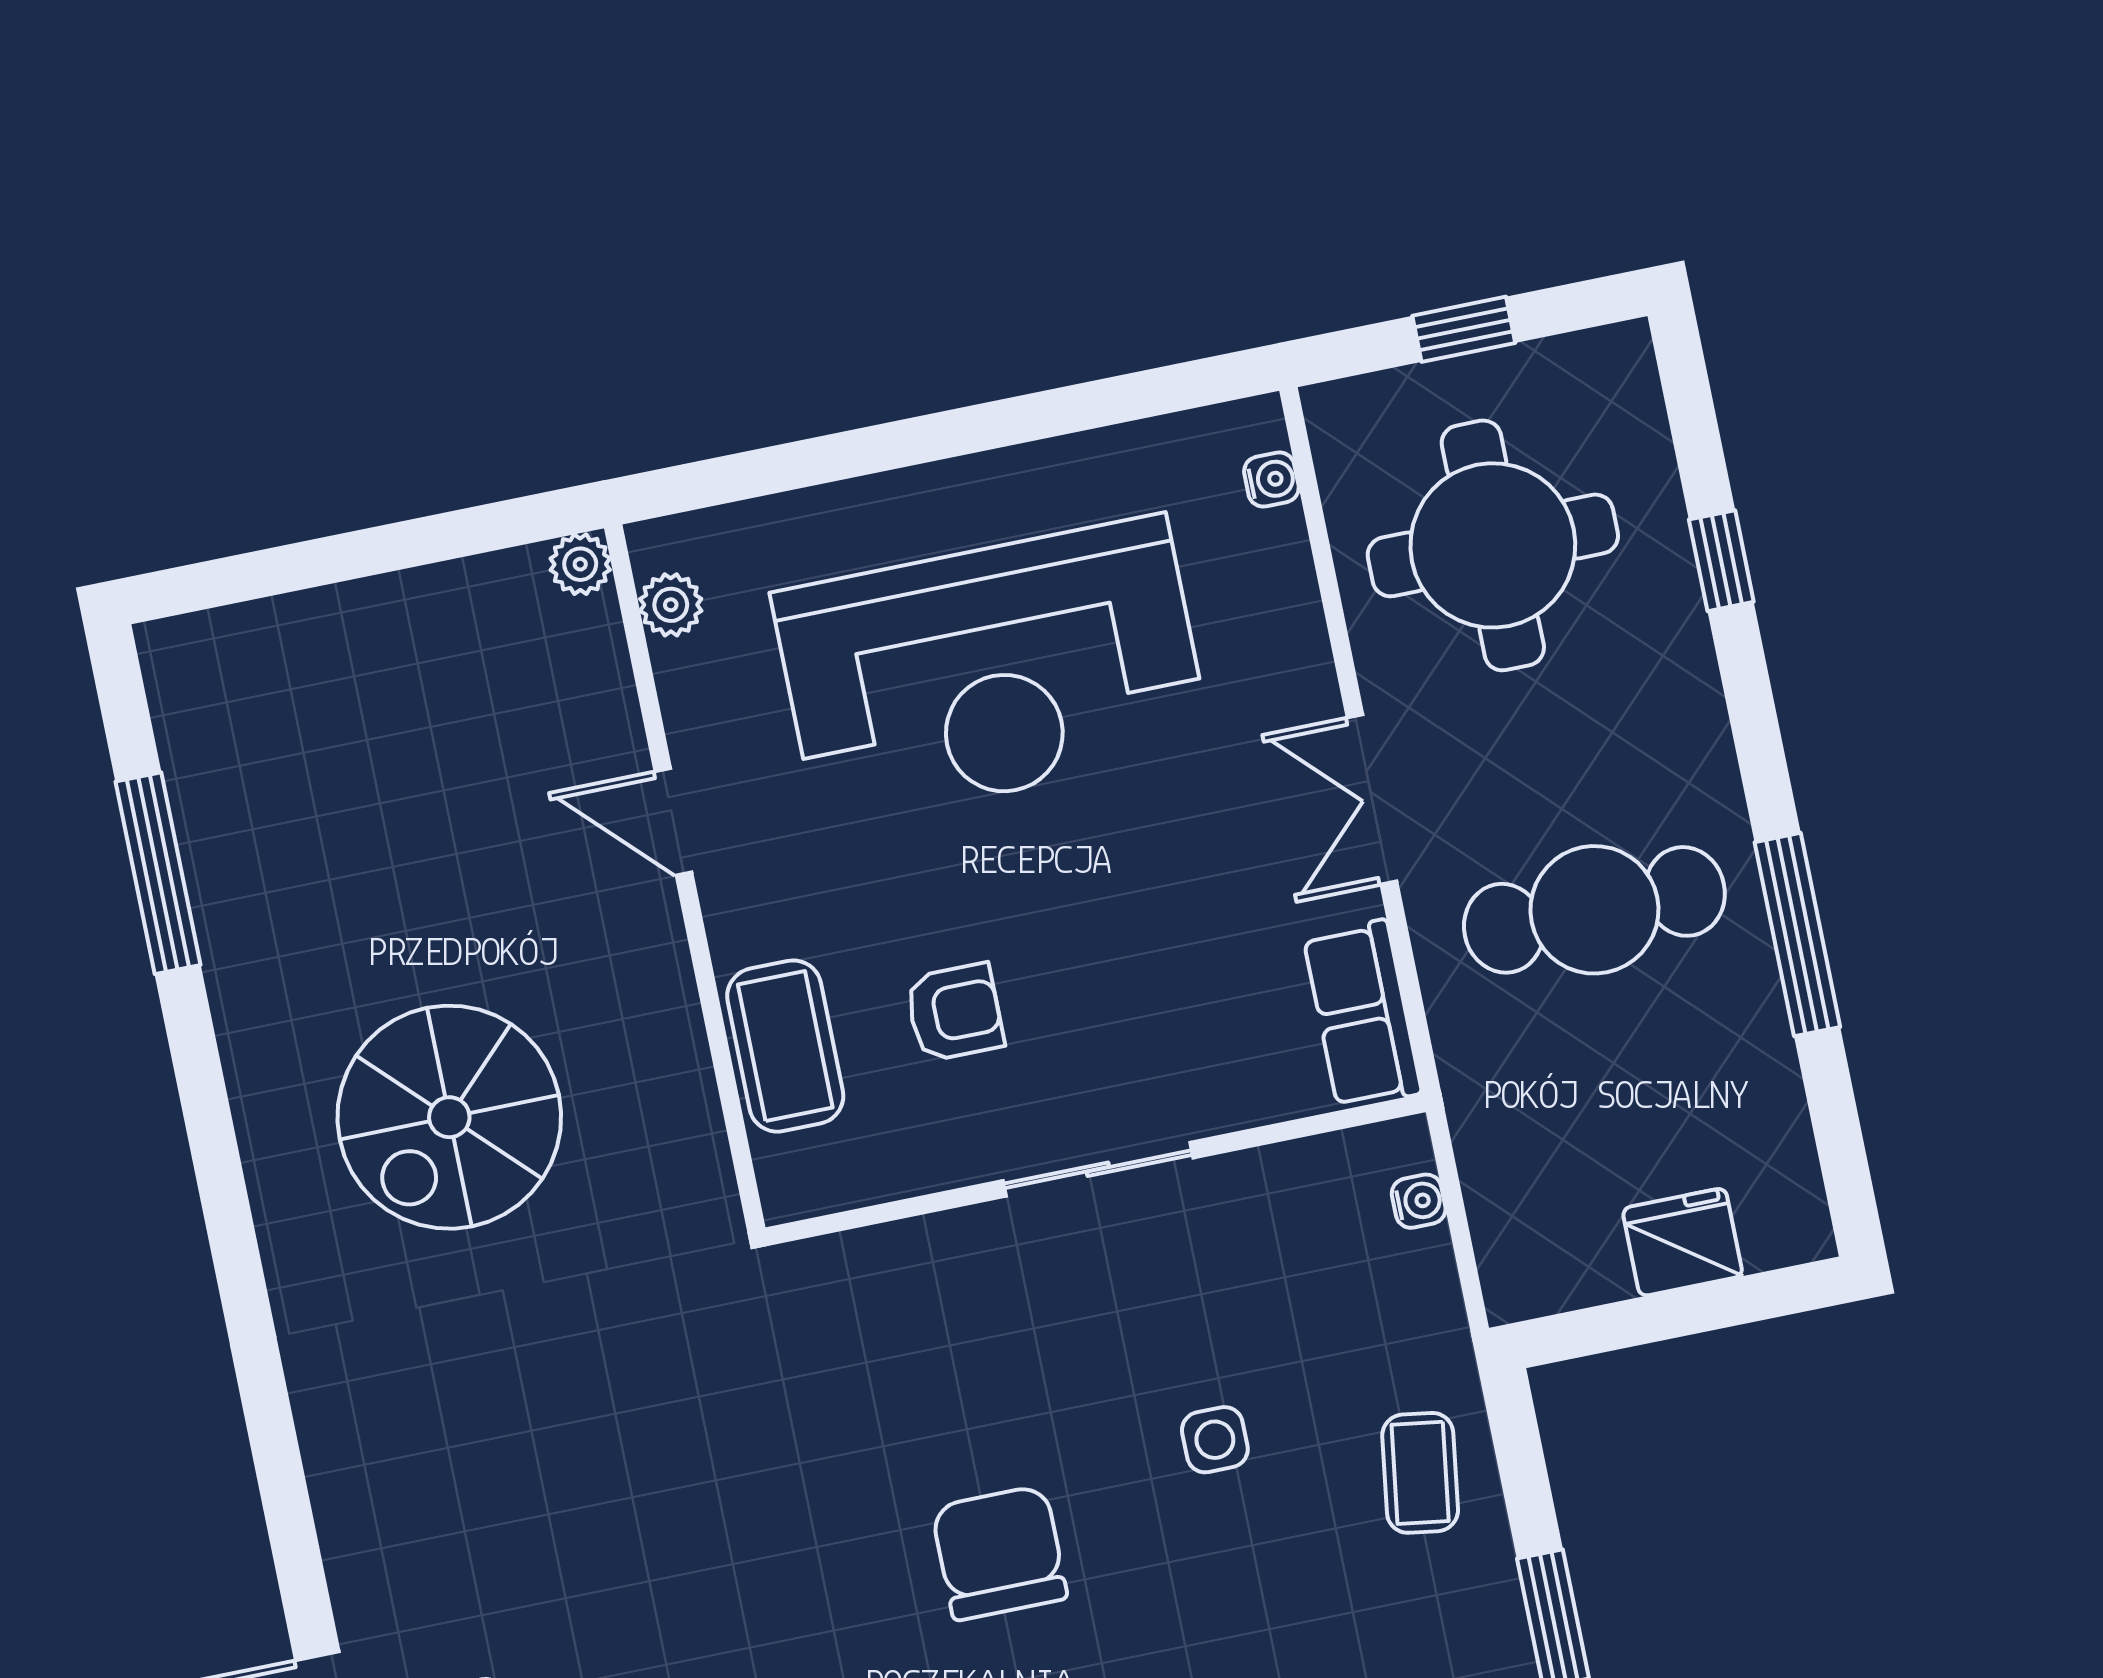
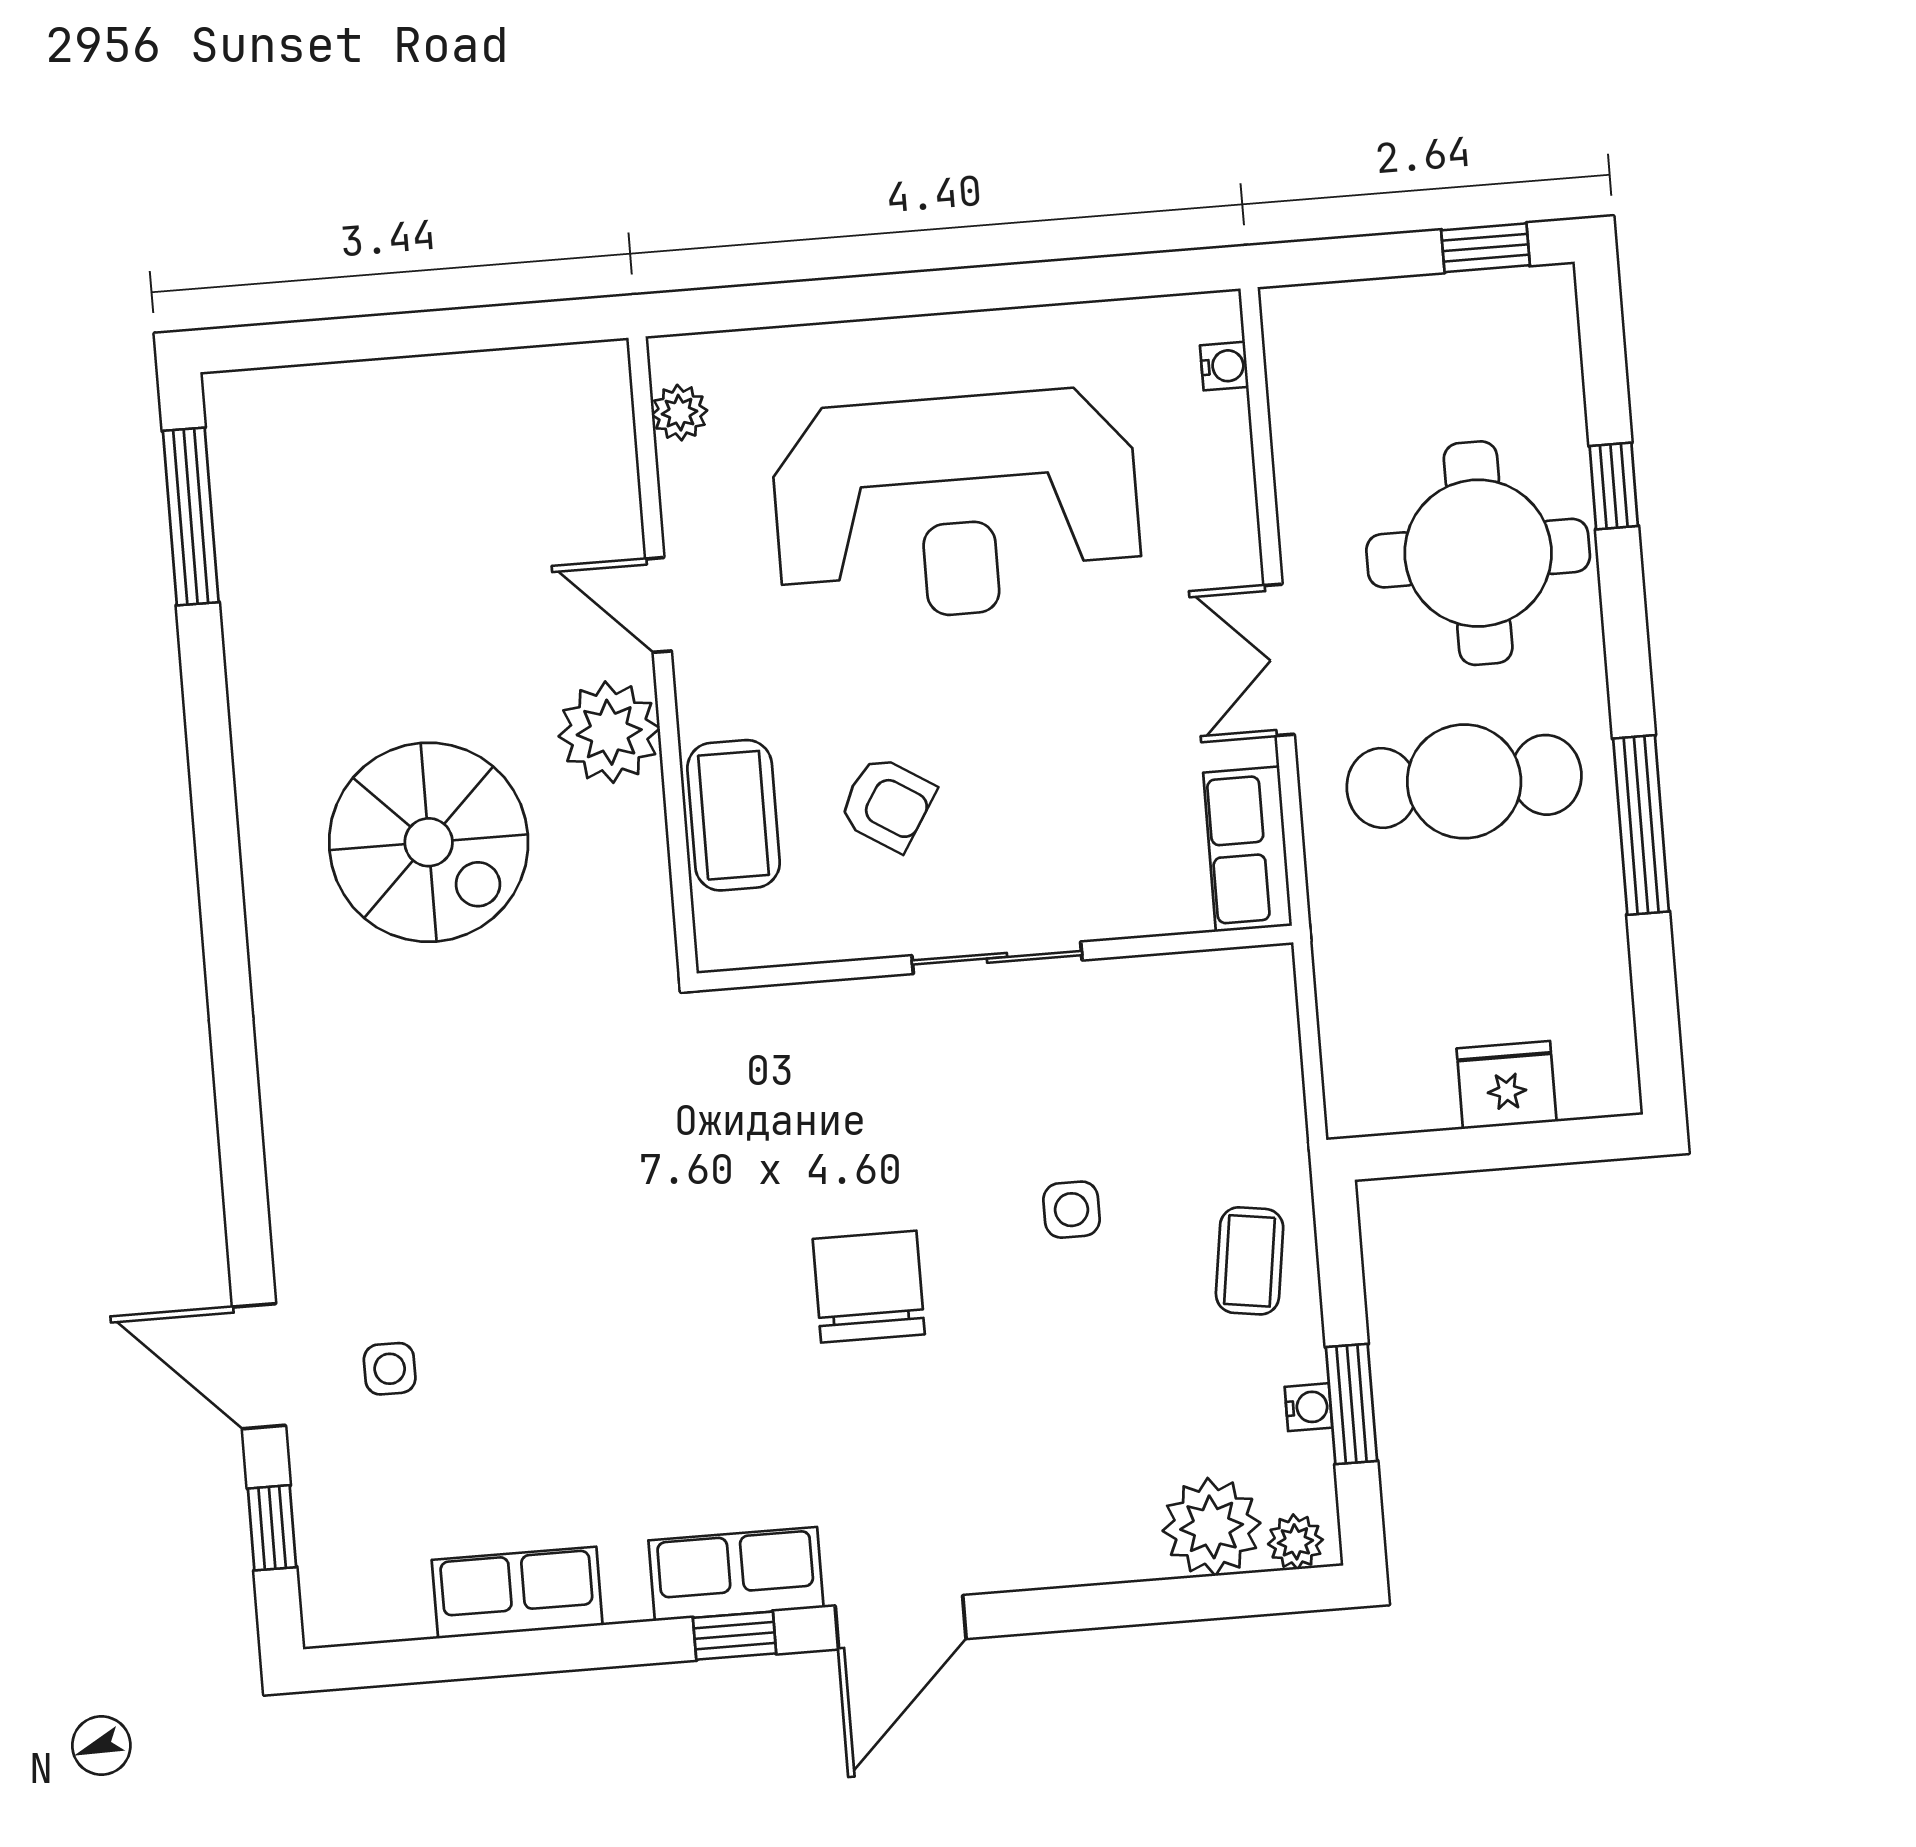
window: (1464, 329) -> (1486, 248), moved
round table: (1493, 545) -> (1478, 553), moved
plant: (580, 564) -> (609, 732), moved, width x1.88, depth x1.88
window: (158, 873) -> (191, 516), moved
armchair: (955, 1012) -> (887, 803), turned 32
spiral stairs: (449, 1117) -> (429, 842), turned -90
water cooler: (1419, 1201) -> (1308, 1407), moved

